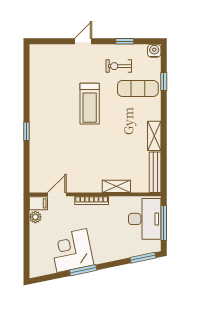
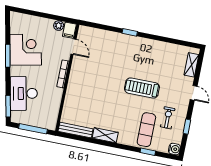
shelving: (116, 186) -> (191, 65), moved
desk: (145, 219) -> (24, 93), moved, turned 78

